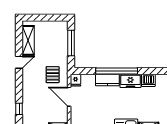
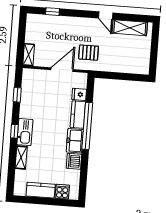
window: (71, 43) -> (123, 76), removed
fridge: (75, 80) -> (79, 94), moved

